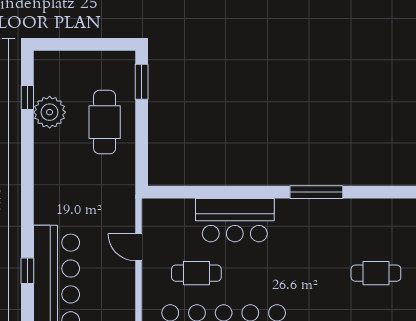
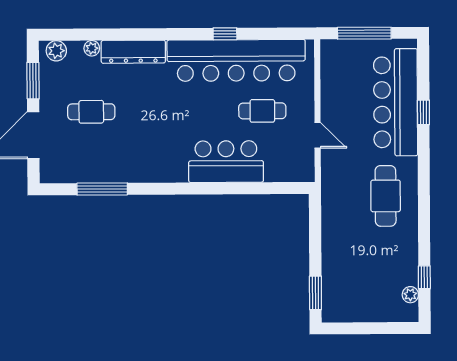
plant: (50, 112) -> (410, 295), moved, width x0.53, depth x0.53
cafe table: (105, 122) -> (386, 196), moved
window: (316, 192) -> (102, 189), moved

